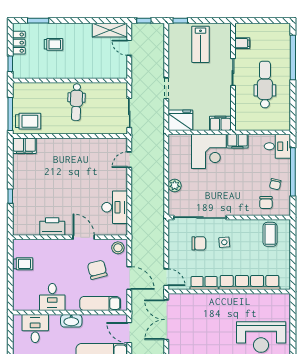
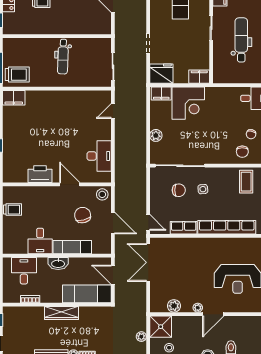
filing cabinet: (237, 141) -> (161, 94), moved
exam couch: (100, 304) -> (72, 247), moved

